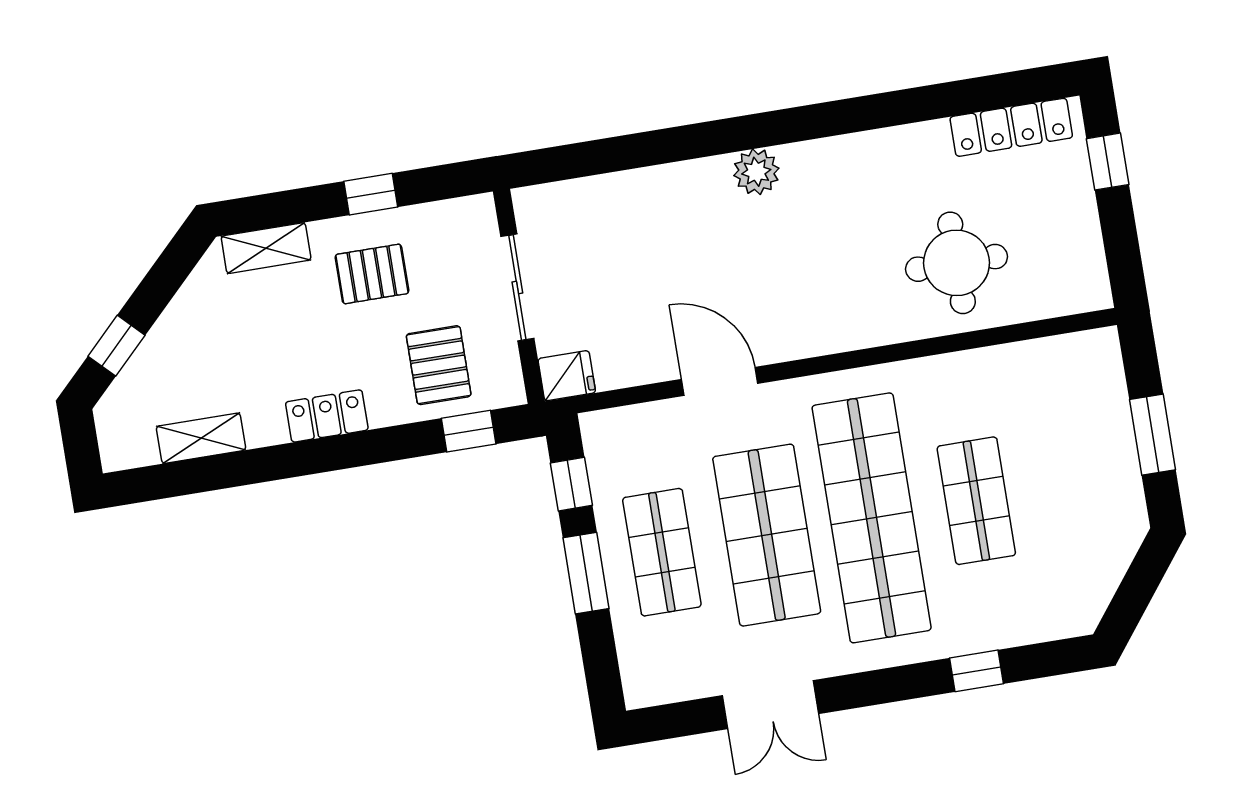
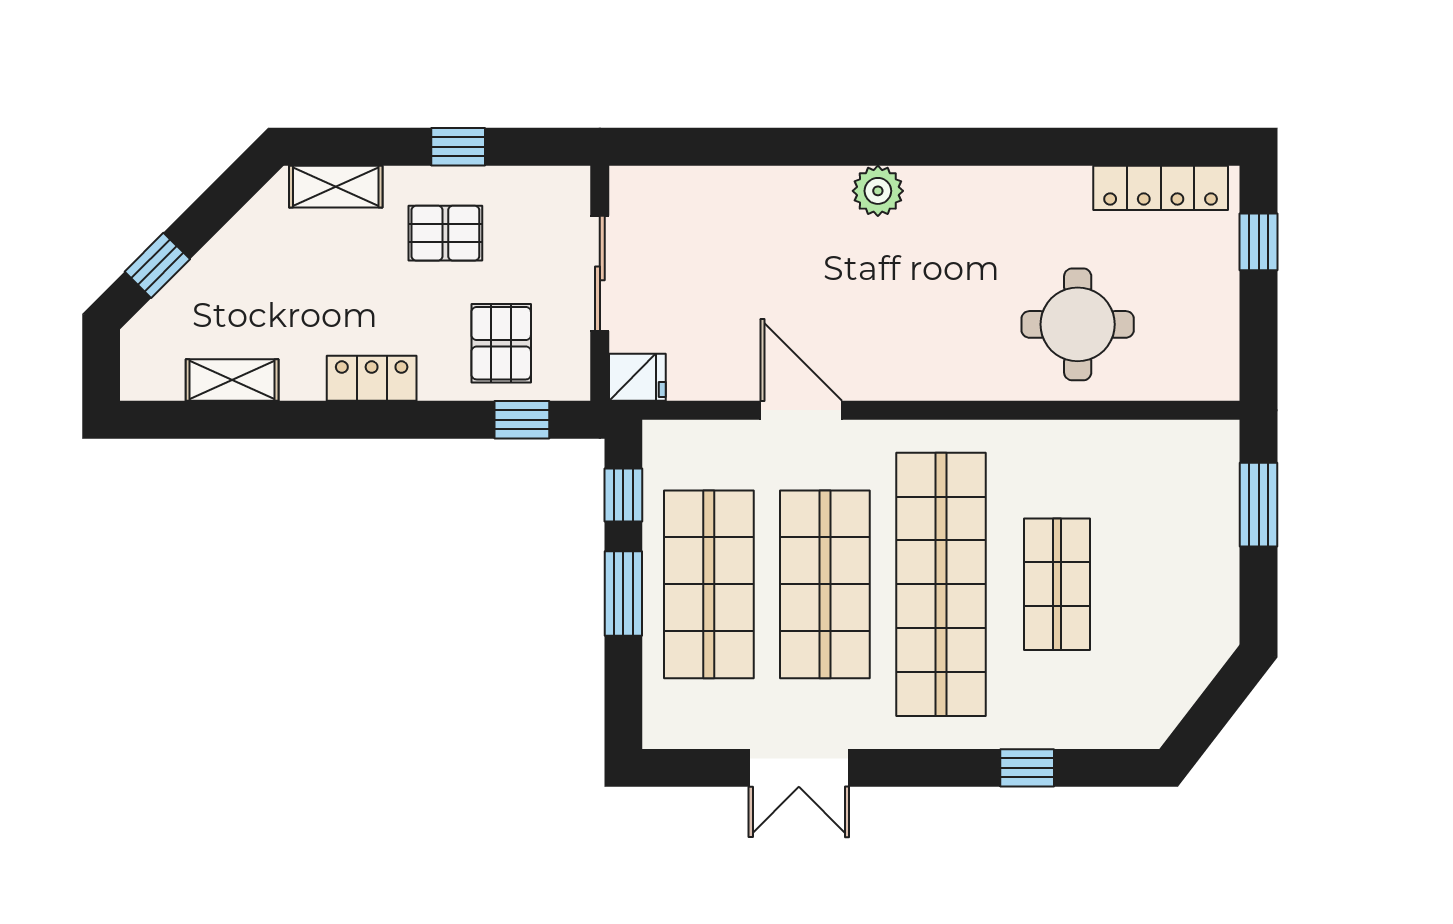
window: (1152, 435) -> (1259, 505), moved
shop shelf: (662, 552) -> (709, 584), width x1.43, depth x1.36

